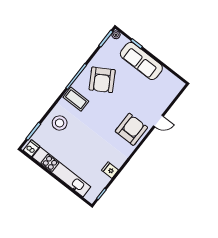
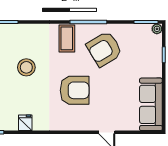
sofa: (141, 61) -> (151, 104), moved
stool: (60, 123) -> (26, 67), moved
armchair: (131, 129) -> (75, 90), moved

